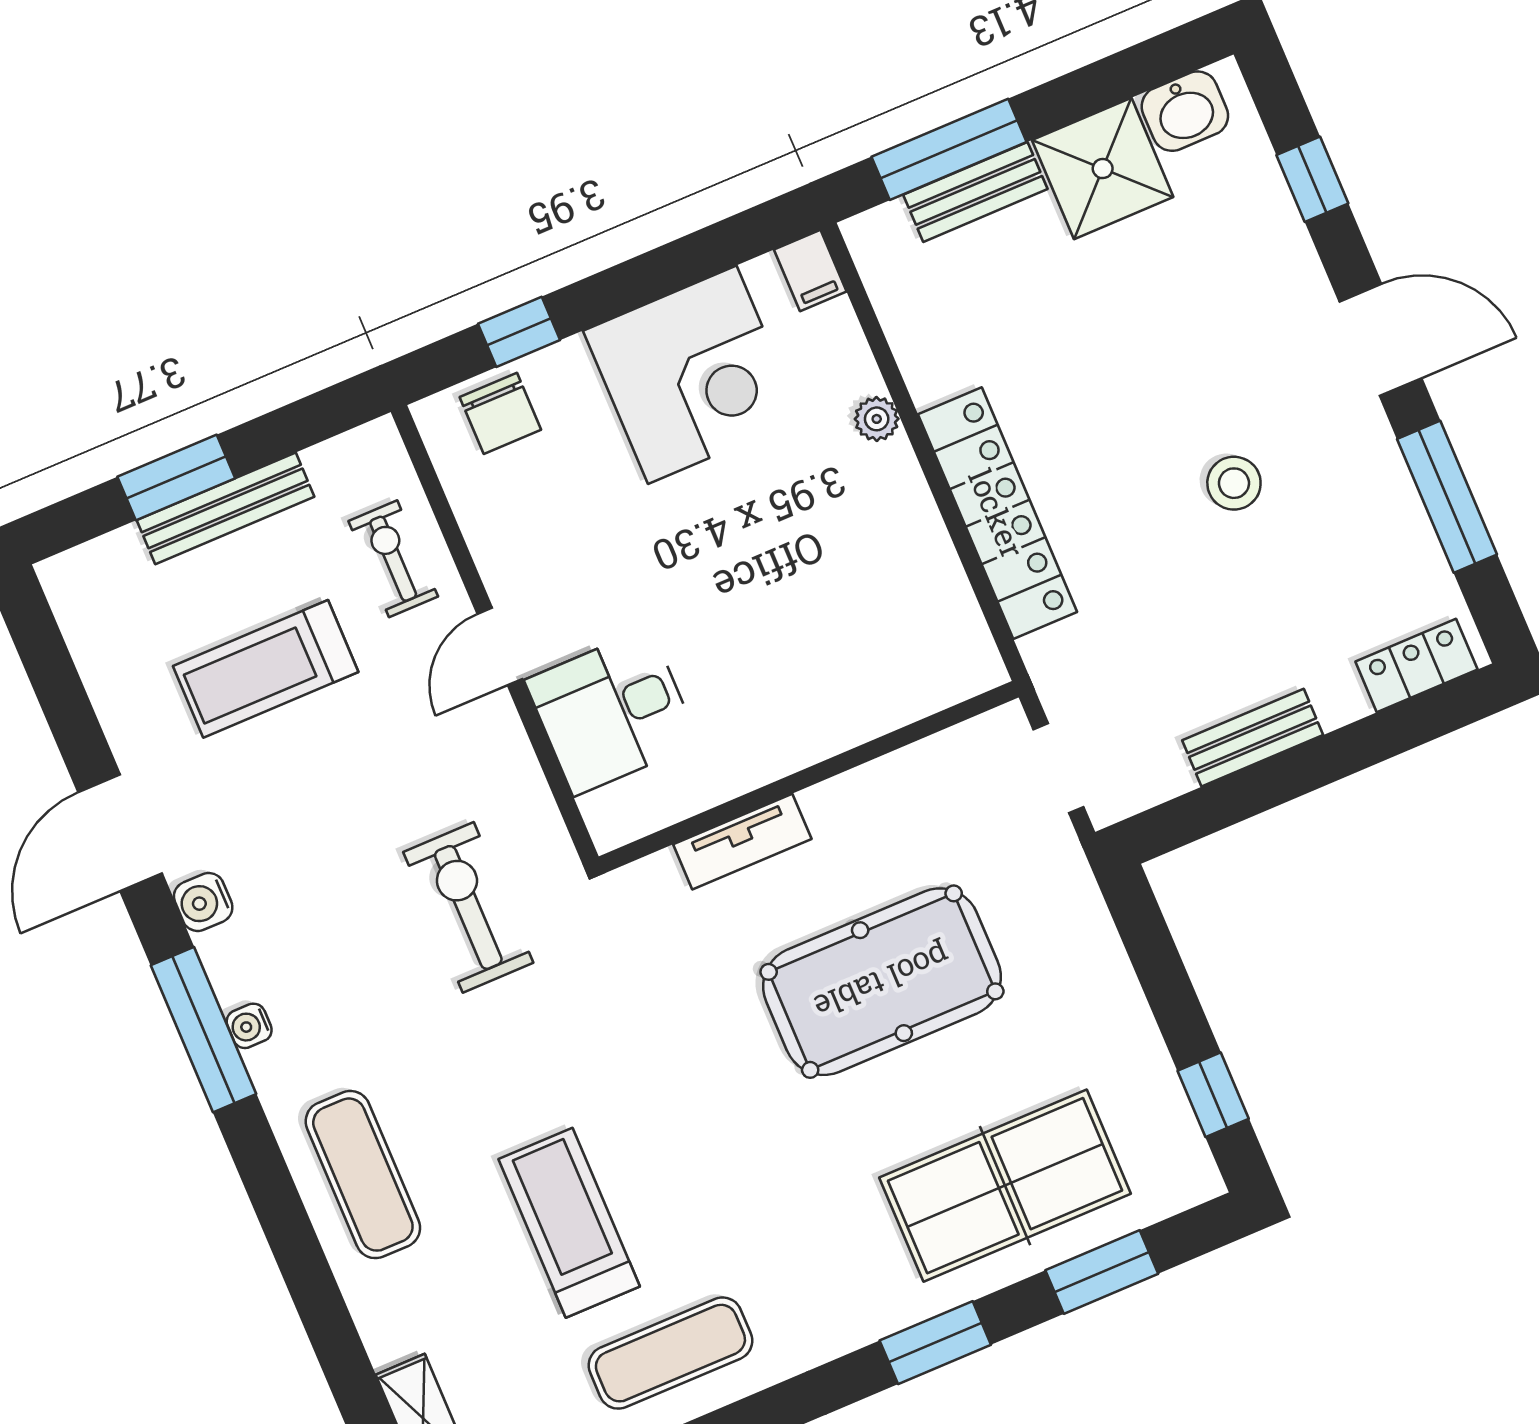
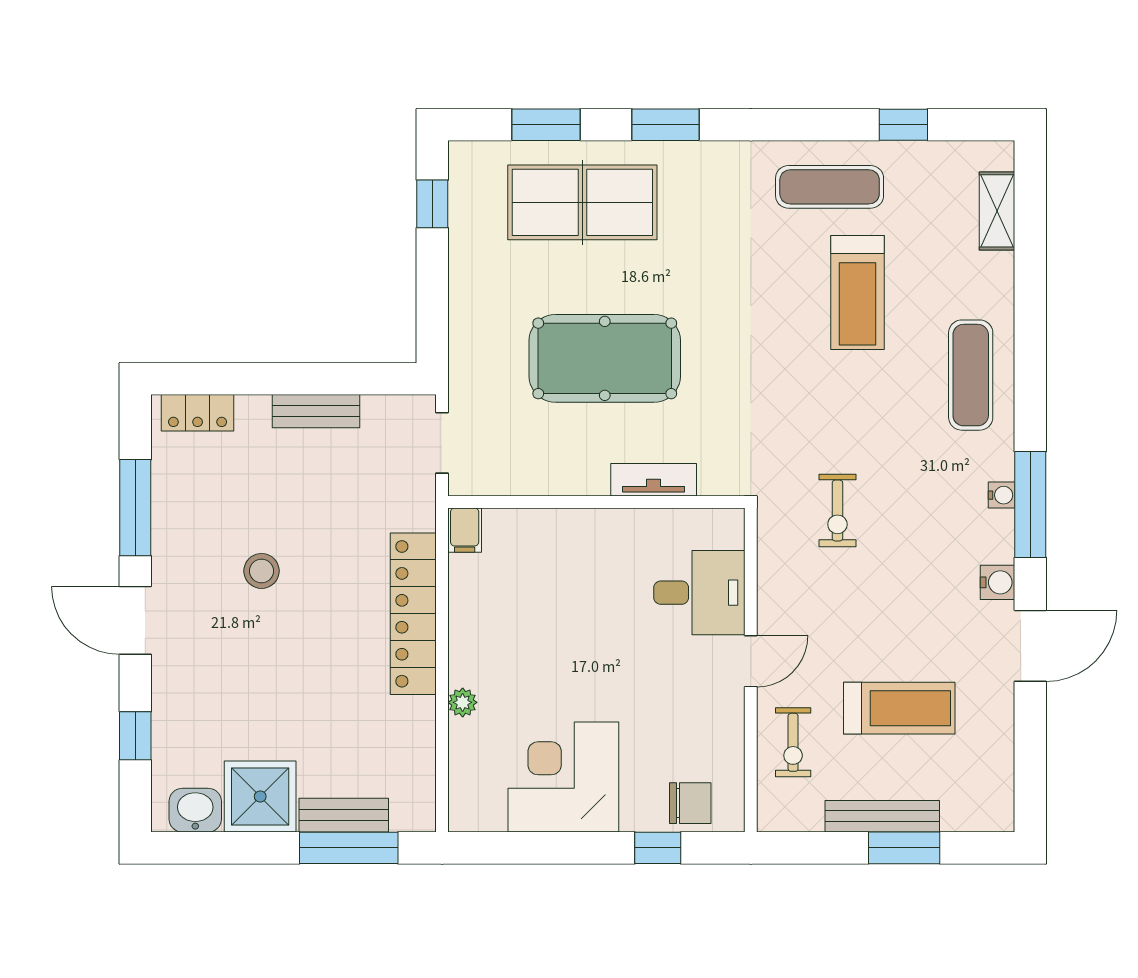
filing cabinet: (810, 271) -> (465, 530), moved, turned 180
chair: (500, 413) -> (690, 803), turned 90
exercise bike: (468, 907) -> (837, 511), width x0.73, depth x0.72

